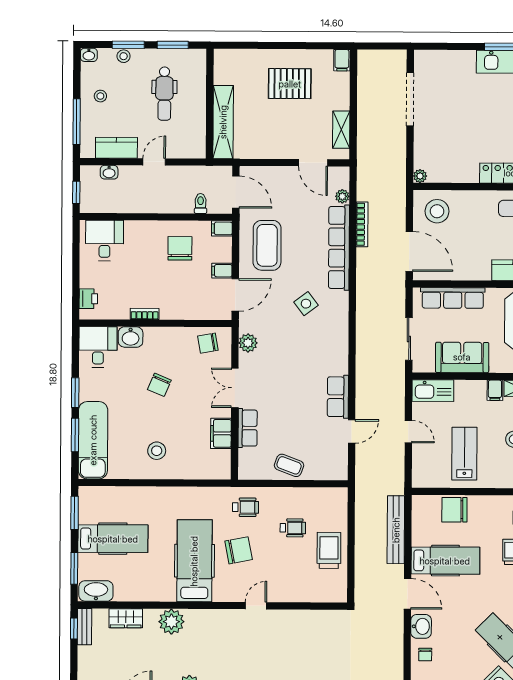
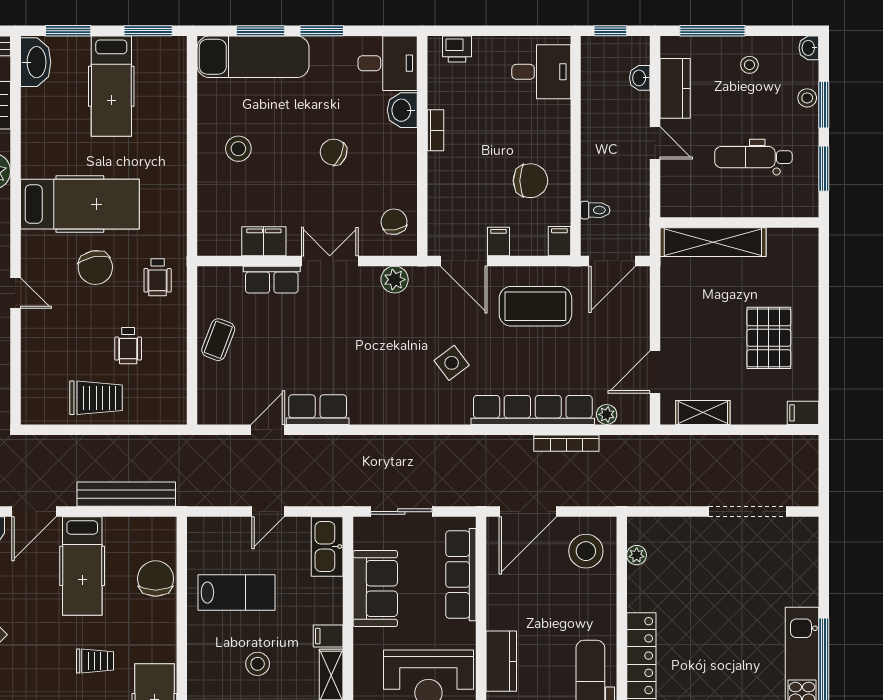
plant: (420, 176) -> (637, 555), moved
door: (352, 431) -> (268, 430), swing flipped

